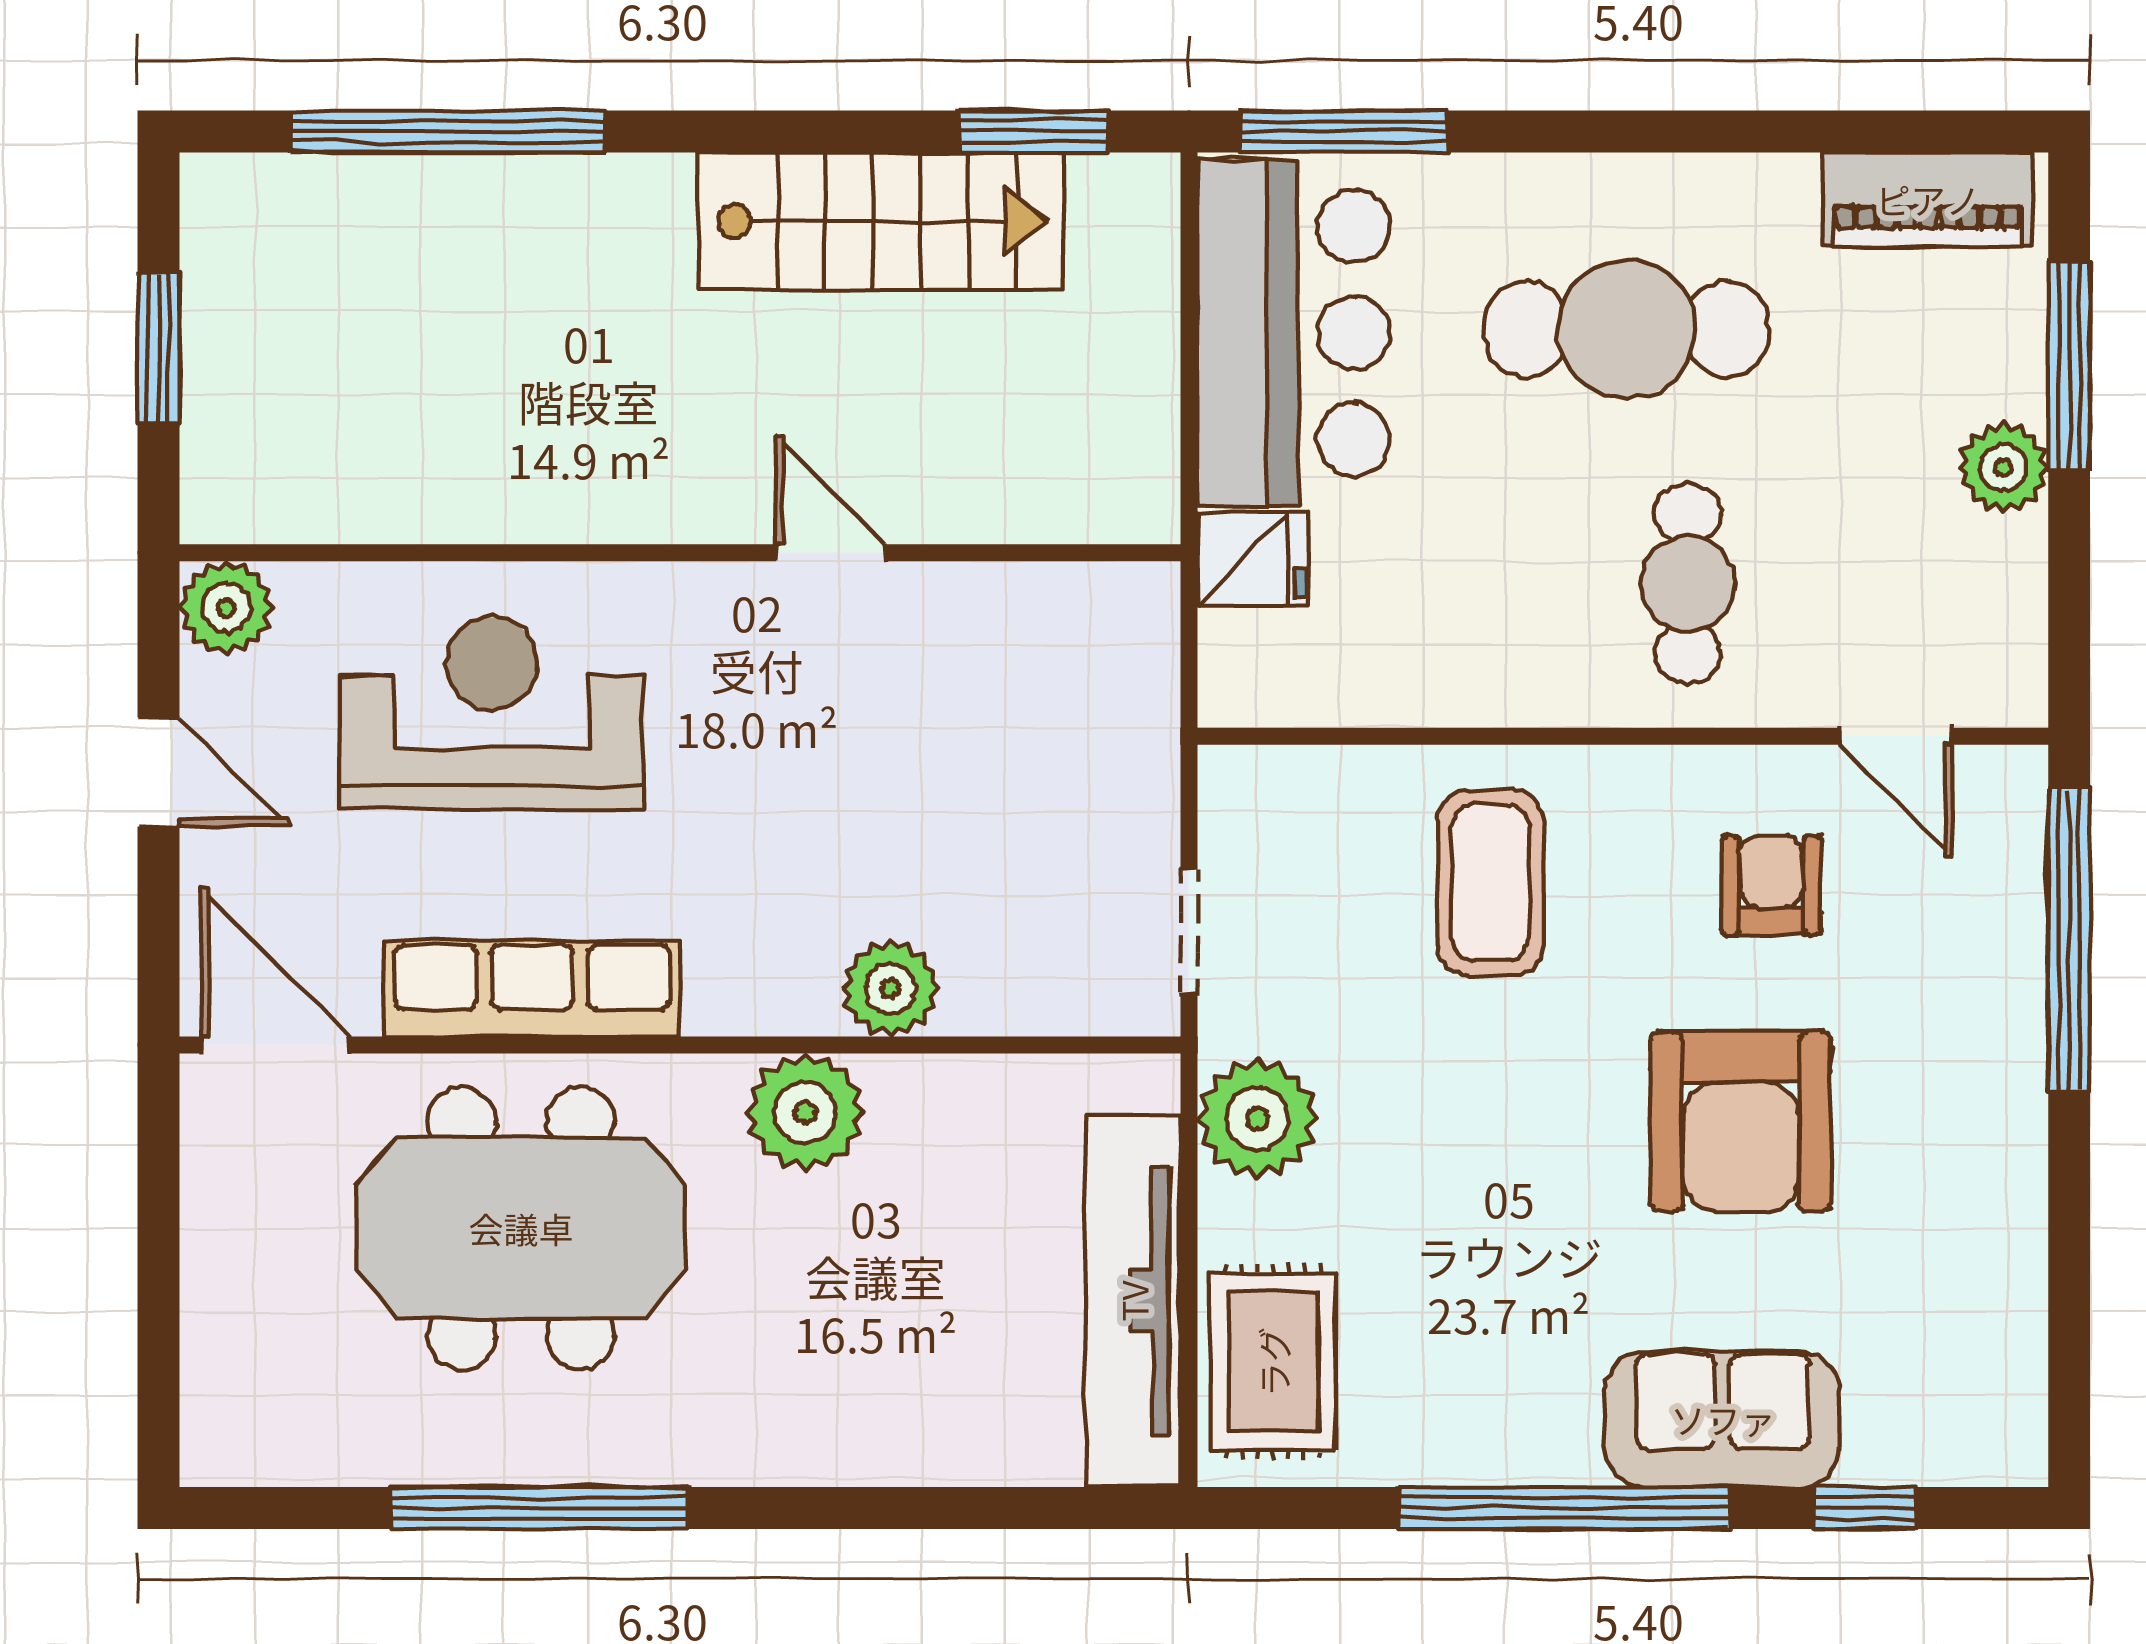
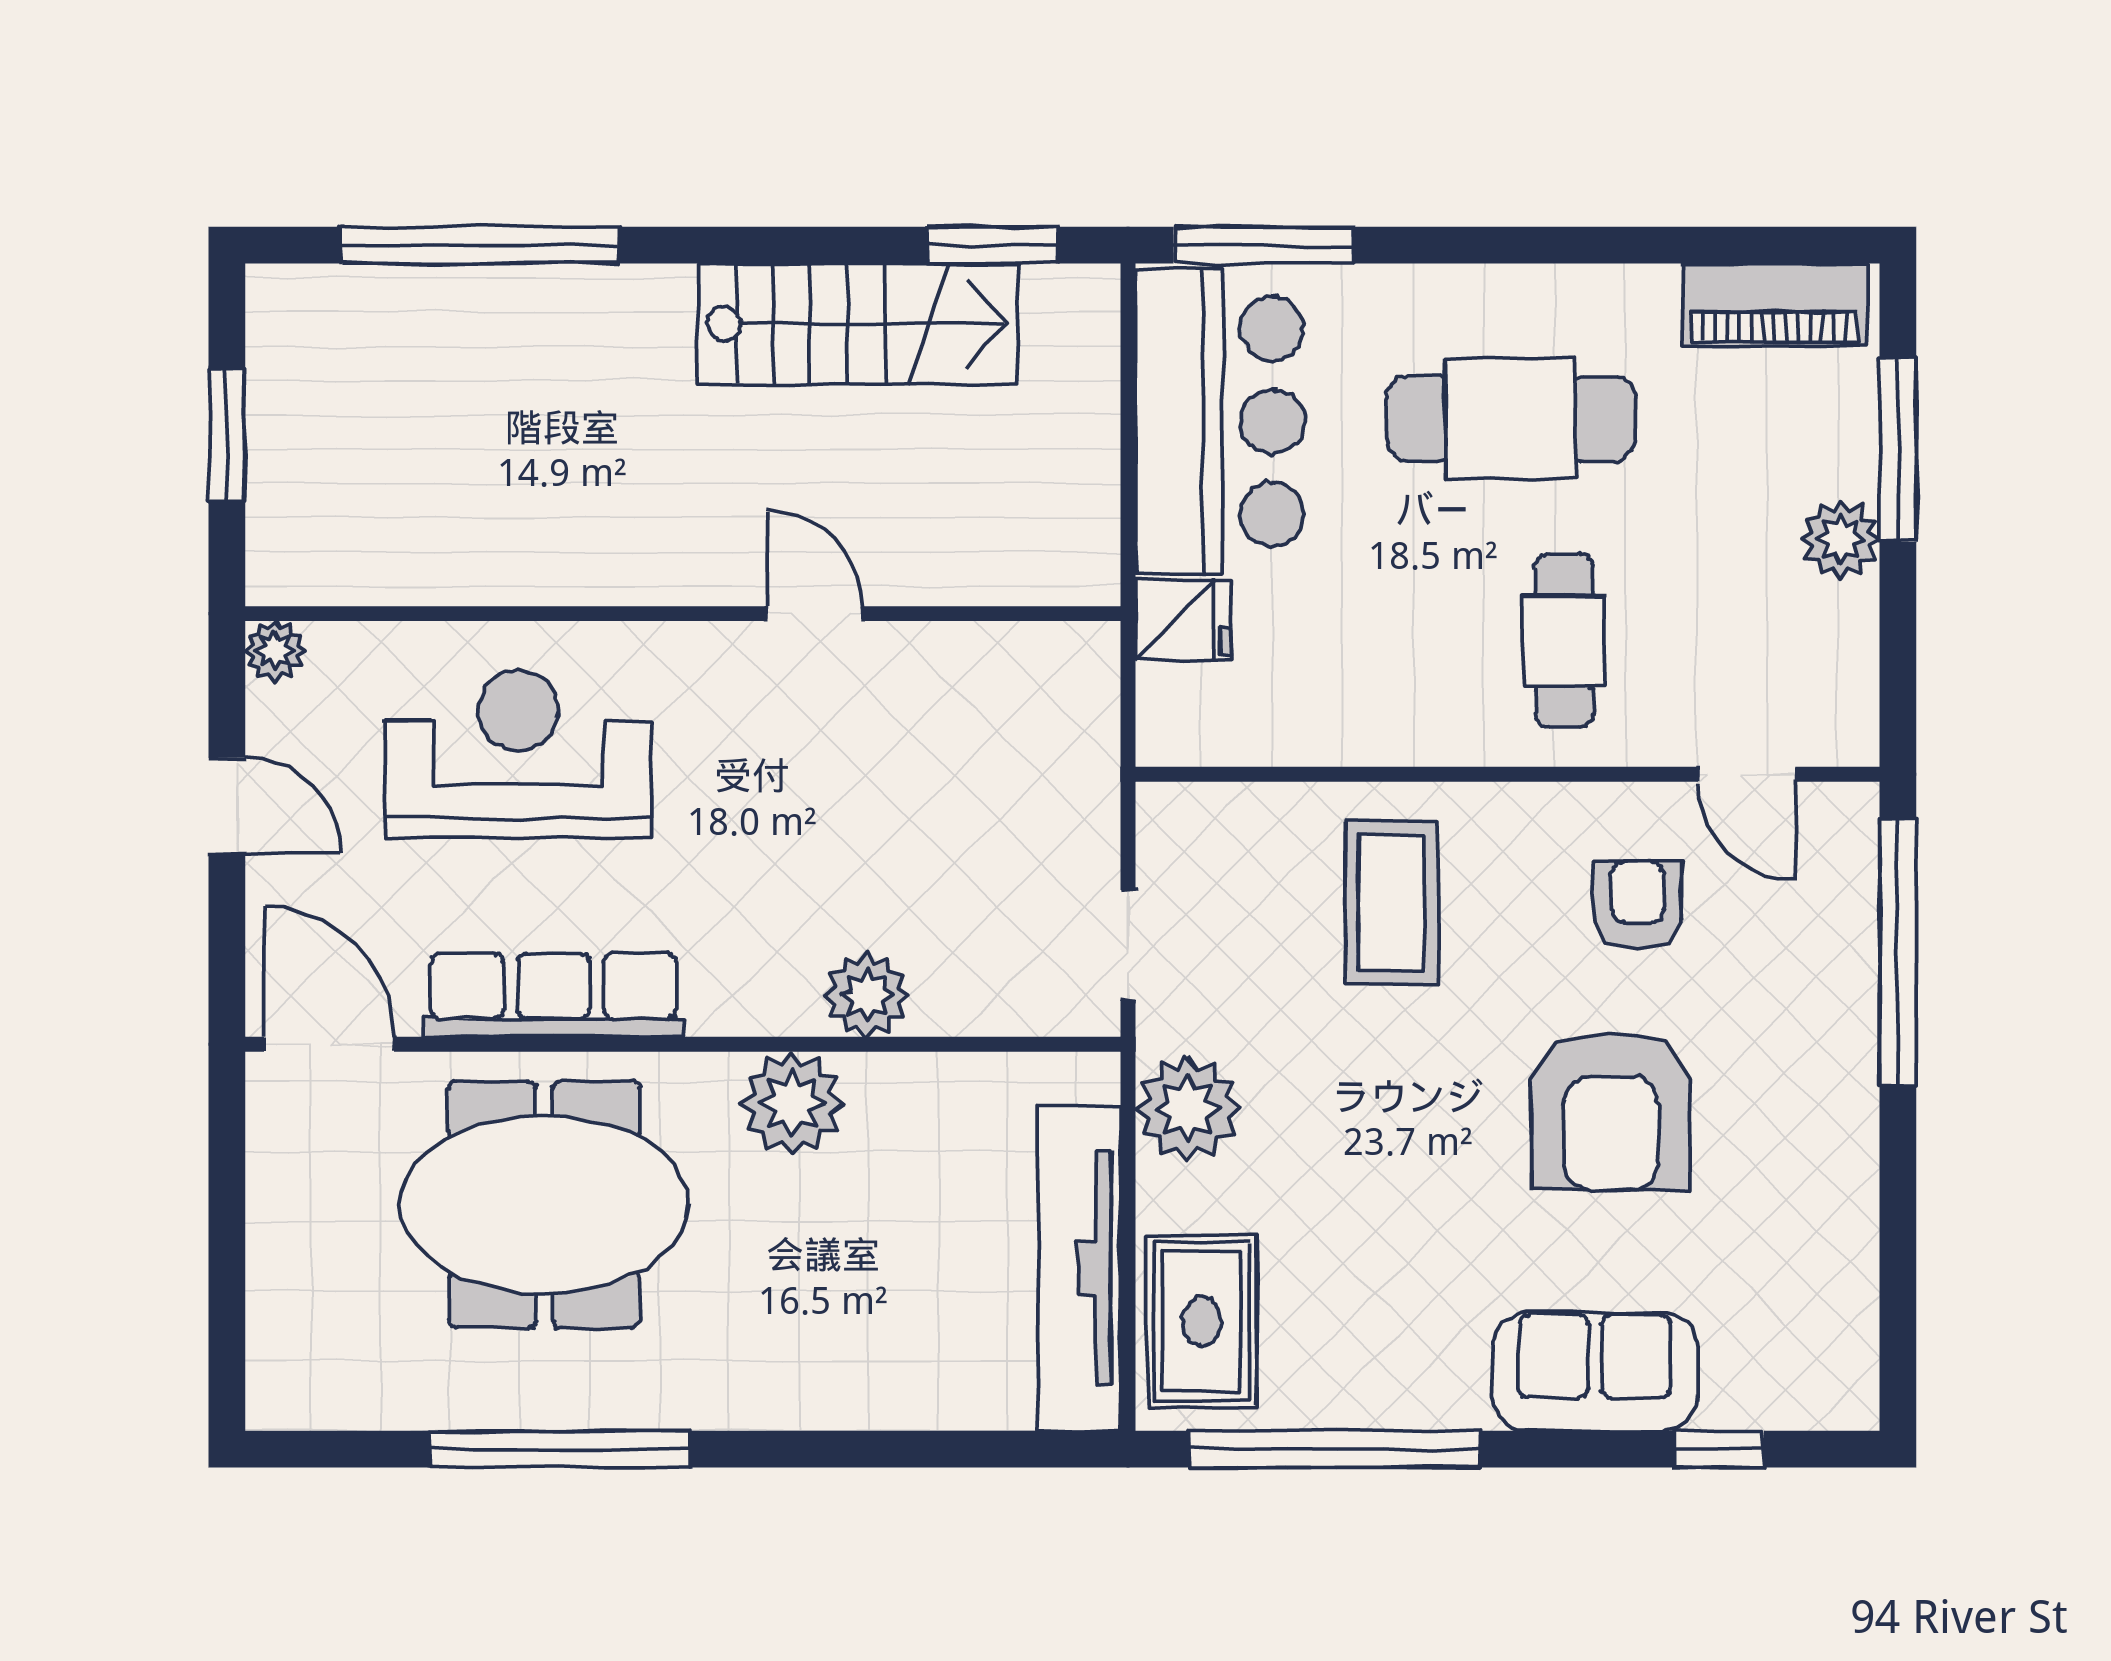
plant: (226, 608) -> (275, 651), width x0.73, depth x0.73
window: (1564, 1508) -> (1335, 1449), moved

